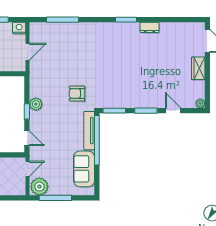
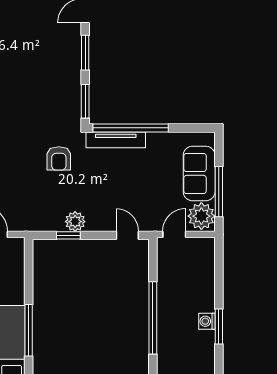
window: (27, 111) -> (68, 235), moved
door: (27, 138) -> (127, 235), hinge flipped
door: (27, 169) -> (174, 234), hinge flipped
sofa: (84, 169) -> (199, 173), moved, turned 90

